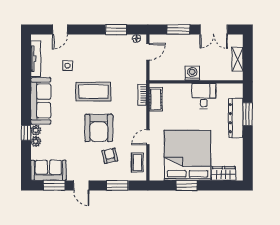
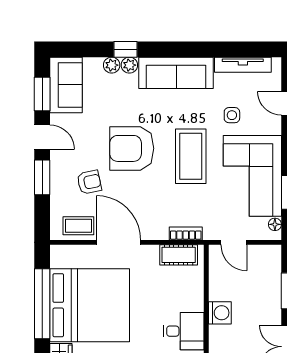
door: (148, 52) -> (234, 242), moved
corner sofa: (106, 53) -> (252, 176), added
armchair: (99, 128) -> (132, 148), moved
door: (148, 137) -> (118, 242), width x1.88
door: (81, 185) -> (42, 137), swing flipped
window: (117, 185) -> (42, 177), moved
window: (187, 185) -> (42, 304), width x2.11

